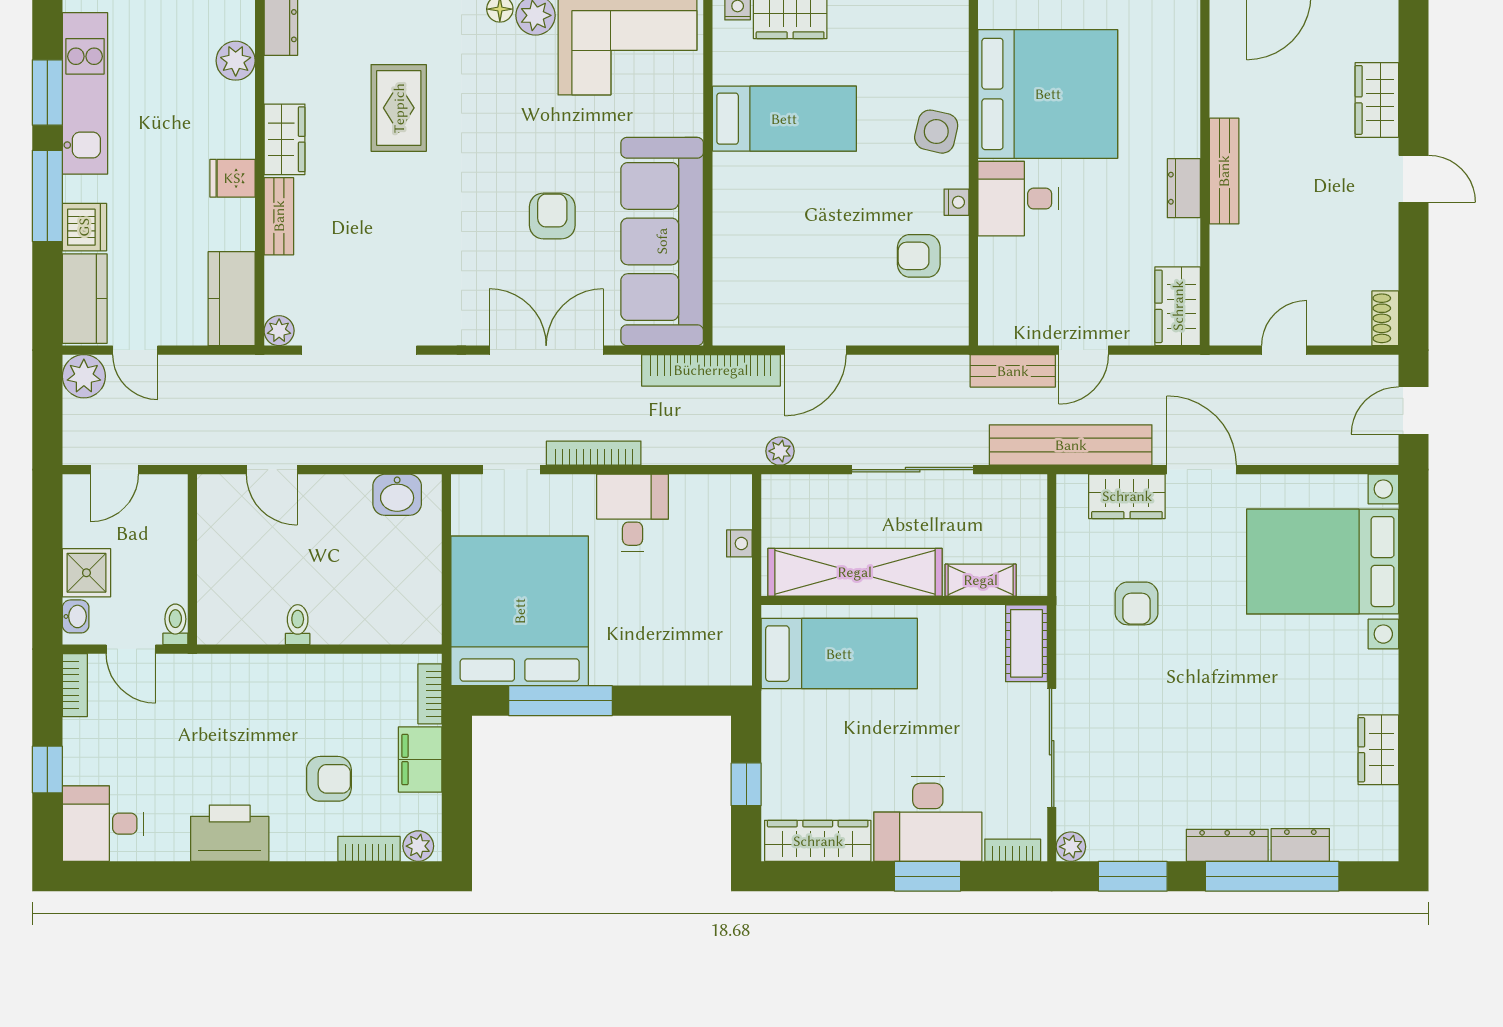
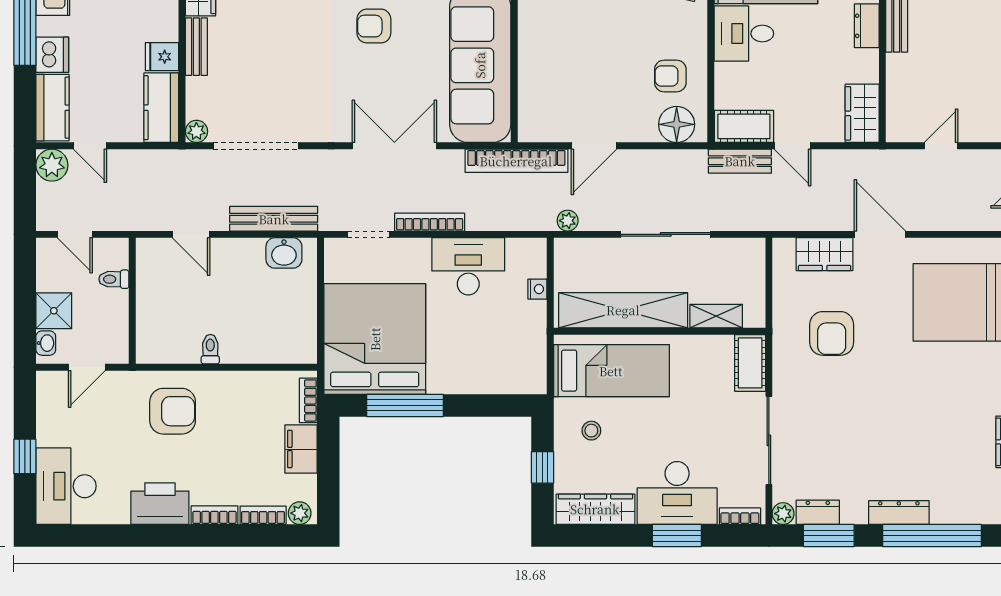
fridge: (232, 178) -> (162, 57), moved
nightstand: (956, 202) -> (698, 36), removed
armchair: (552, 216) -> (374, 26), moved, turned -90
floor lamp: (927, 321) -> (677, 124), added
cot: (1018, 324) -> (744, 126), added
door: (1084, 350) -> (793, 146), hinge flipped
bench: (1071, 445) -> (274, 219), moved, width x0.73, depth x0.82
door: (115, 470) -> (75, 234), hinge flipped
desk: (633, 513) -> (468, 266), width x1.37
armchair: (1136, 603) -> (832, 333), width x1.38, depth x1.38
toilet: (175, 624) -> (114, 279), moved, turned -90
door: (131, 649) -> (87, 367), hinge flipped
bookcase: (75, 685) -> (214, 515), moved, turned -90
stool: (812, 735) -> (591, 431), added
armchair: (329, 779) -> (173, 411), moved, width x1.38, depth x1.38
desk: (103, 824) -> (66, 486), width x1.37
dresser: (1300, 845) -> (818, 512), moved

